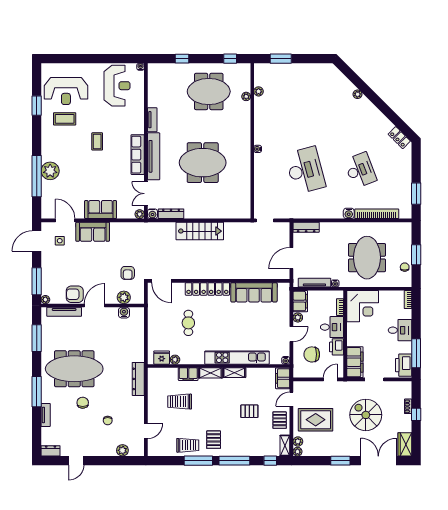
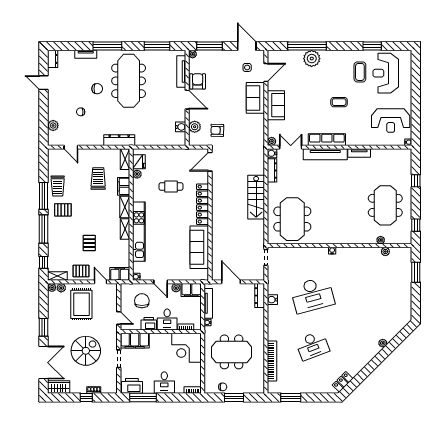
meeting table: (203, 163) -> (292, 219), moved
water cooler: (349, 213) -> (272, 300), moved
shelving: (159, 373) -> (125, 159), added

